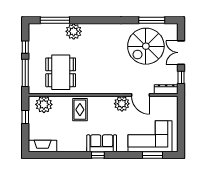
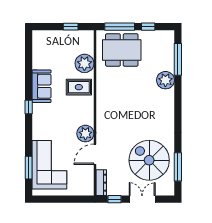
dining table: (61, 72) -> (122, 50), moved
plant: (44, 104) -> (84, 63), moved
sofa: (102, 143) -> (41, 86), moved
fireplace: (43, 146) -> (38, 46), removed

